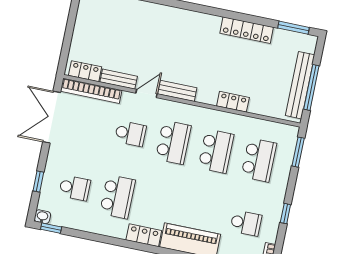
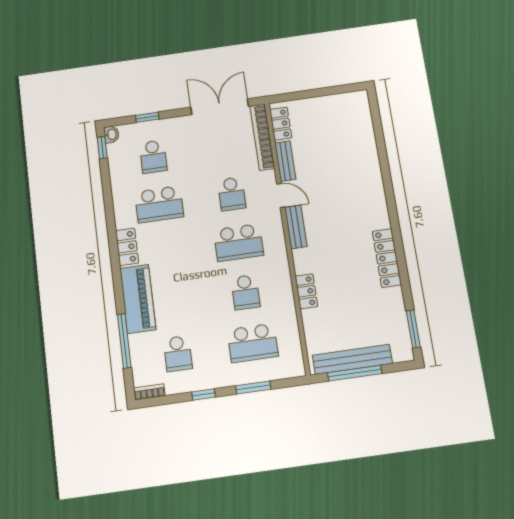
locker: (247, 30) -> (387, 258), moved
school desk: (216, 151) -> (246, 292), width x0.54
window: (298, 152) -> (253, 387), moved

